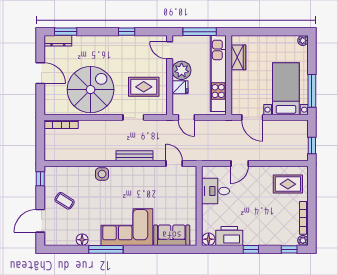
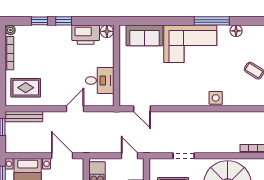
bench: (134, 156) -> (24, 117), moved
window: (289, 249) -> (40, 21), moved

